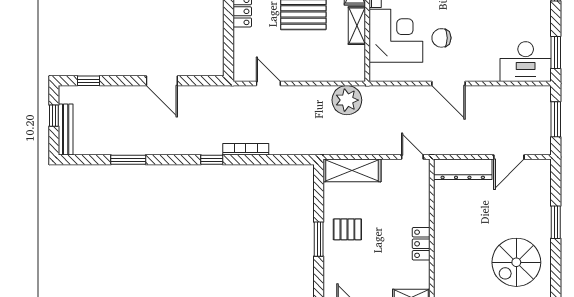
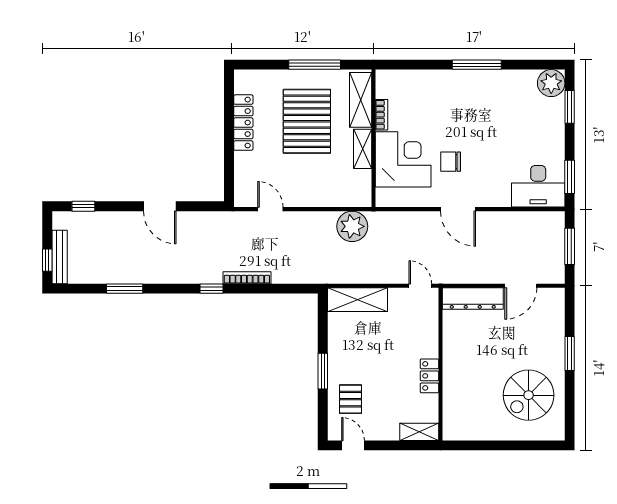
window: (54, 116) -> (47, 260), moved
pallet: (347, 229) -> (350, 399), moved, turned 90

